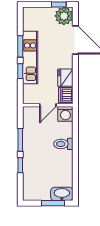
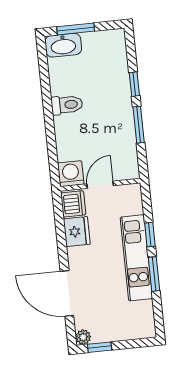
plant: (64, 16) -> (83, 337), width x0.53, depth x0.53
toilet: (63, 144) -> (67, 105), moved

